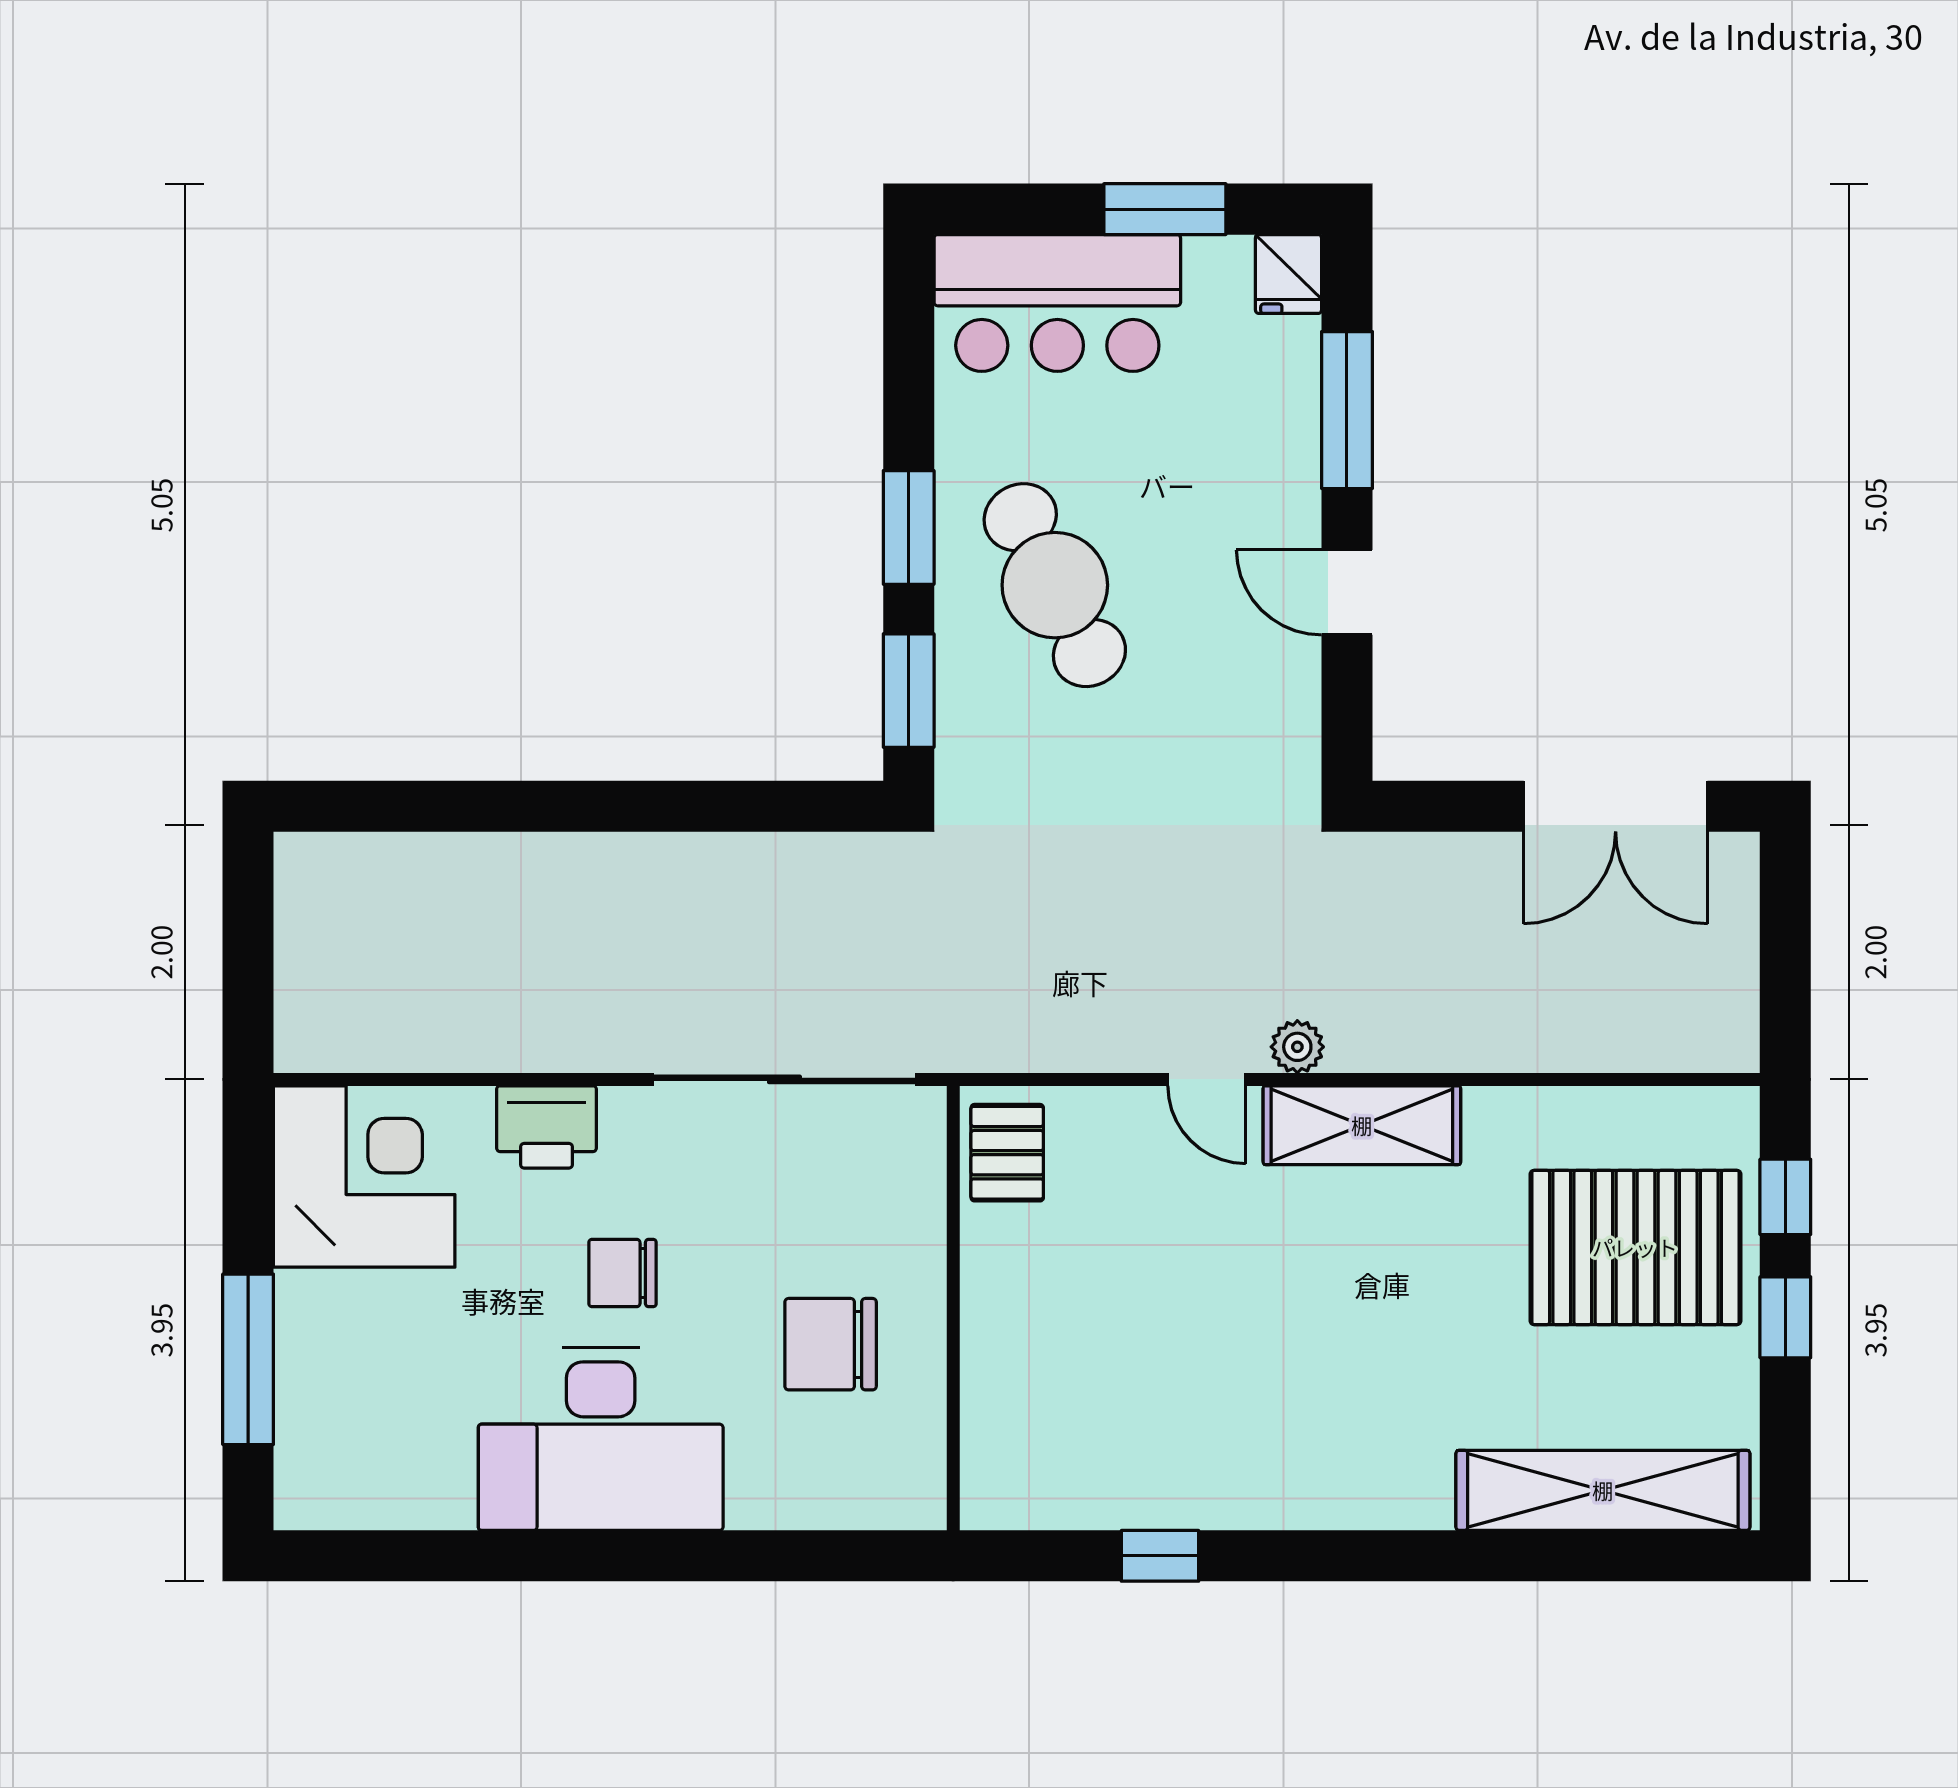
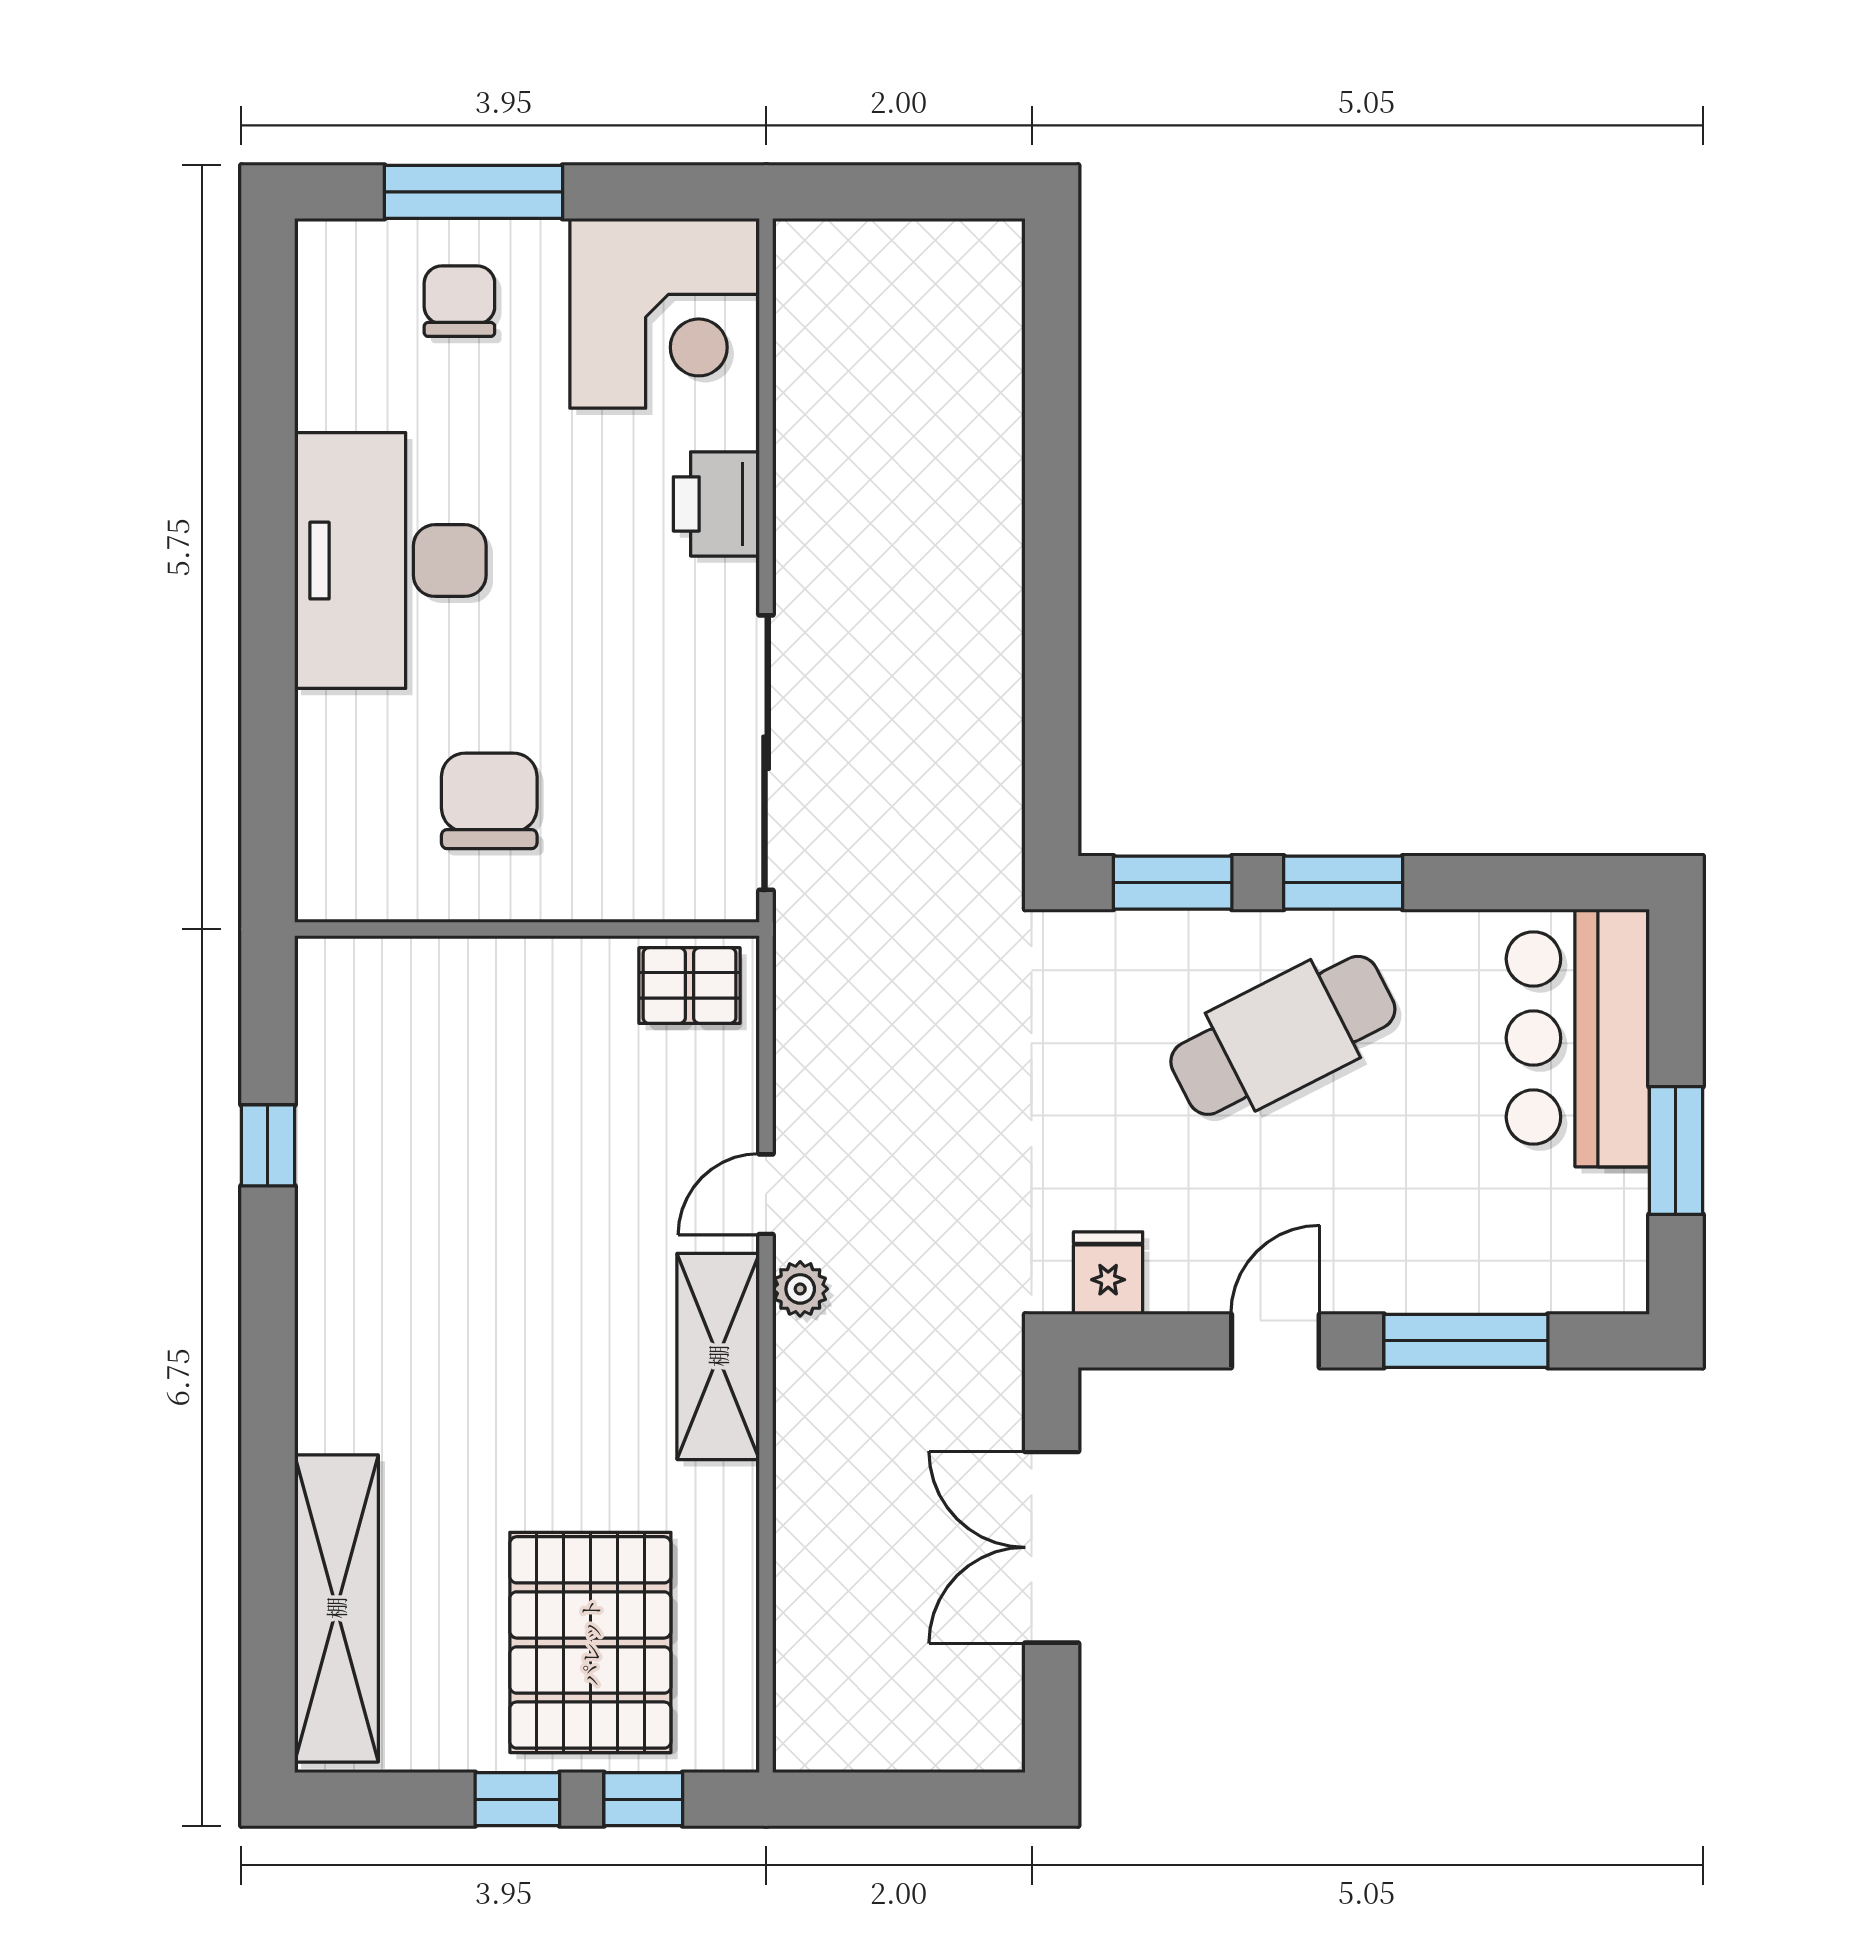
fridge: (1289, 274) -> (1108, 1273), moved, turned 90
double door: (1616, 806) -> (1052, 1547), moved
chair: (622, 1273) -> (459, 301), moved

